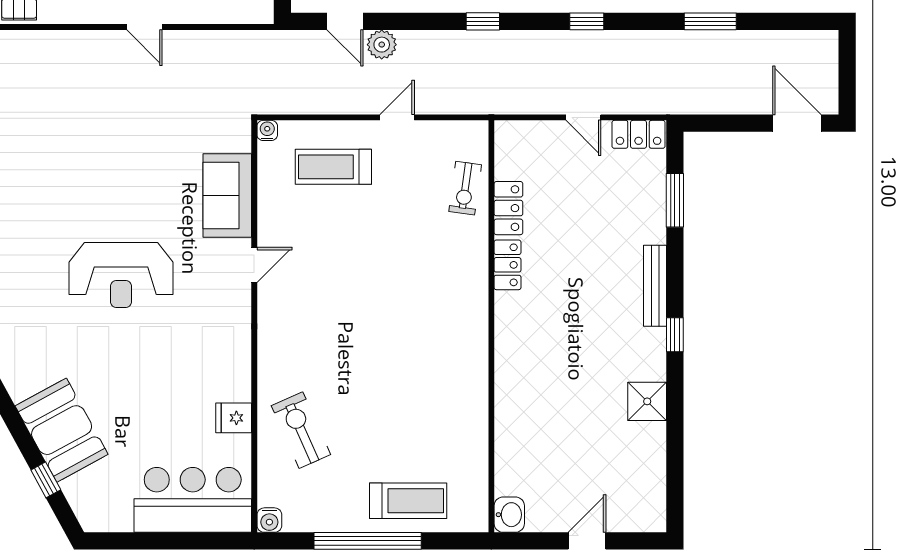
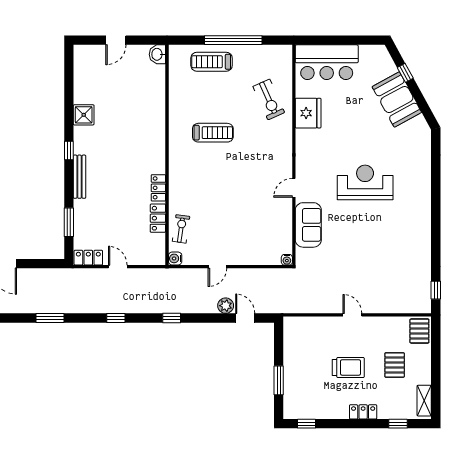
treadmill: (333, 167) -> (213, 133), moved
fridge: (234, 418) -> (308, 113), width x1.88, depth x1.34
water cooler: (269, 520) -> (175, 258), moved, turned -90

